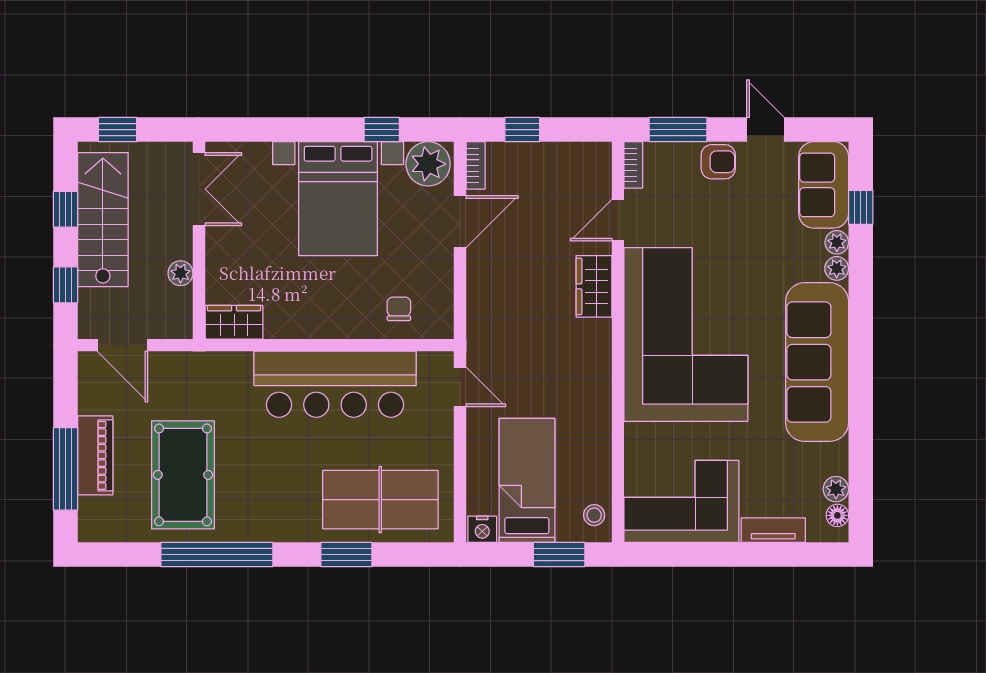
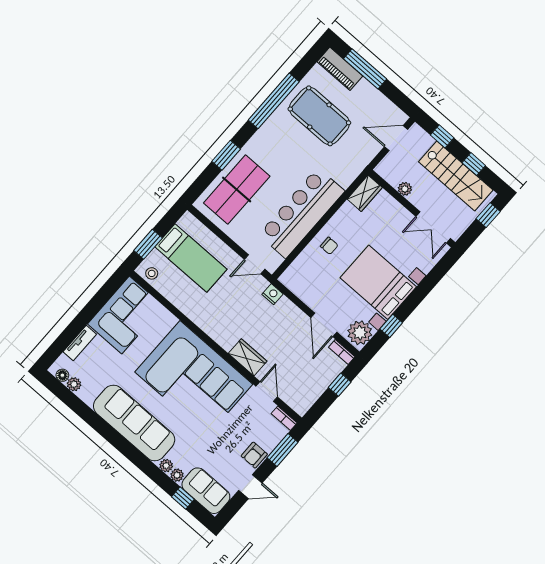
chair: (399, 309) -> (329, 246), moved
piano: (95, 455) -> (340, 69), moved
nightstand: (482, 529) -> (273, 294), moved, turned 90

